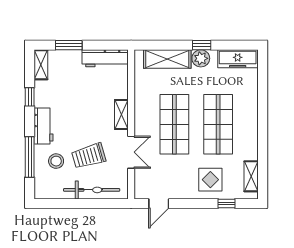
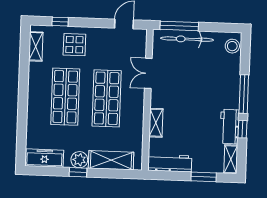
shelving: (121, 114) -> (156, 123), moved
workbench: (43, 126) -> (230, 127), moved
trolley: (89, 156) -> (189, 71), removed
window: (30, 157) -> (244, 94), moved
stool: (56, 161) -> (232, 46), moved
window: (100, 203) -> (179, 26), added

